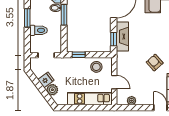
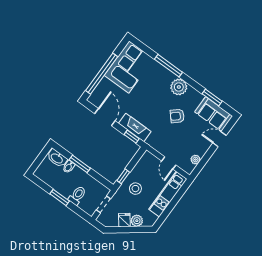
stool: (96, 67) -> (135, 189), moved
door: (114, 82) -> (169, 163), swing flipped

